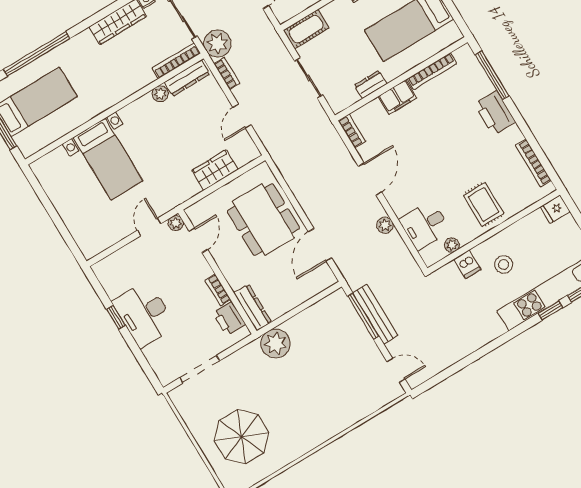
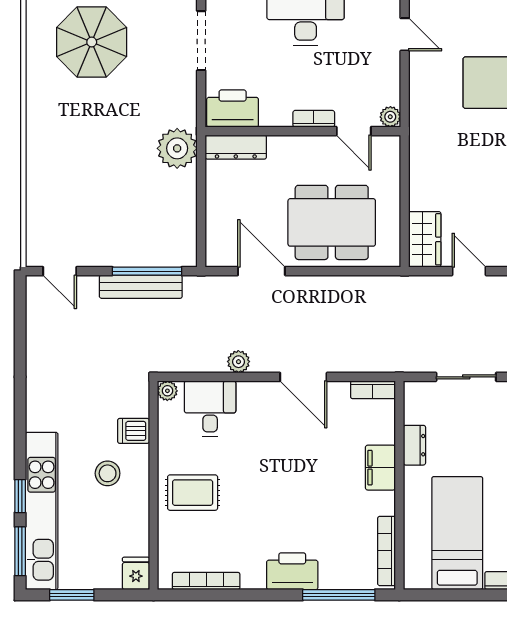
bookcase: (432, 71) -> (386, 551), moved
wardrobe: (215, 170) -> (425, 239), moved
door: (149, 227) -> (405, 34), moved
plant: (452, 245) -> (167, 391), moved
bookcase: (218, 290) -> (314, 119), moved
printer: (229, 319) -> (233, 109), width x1.37, depth x1.19
door: (396, 370) -> (60, 271), hinge flipped

